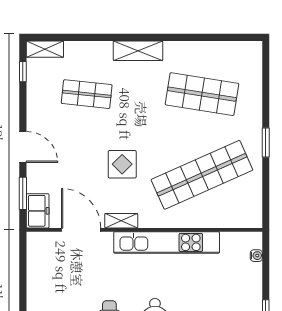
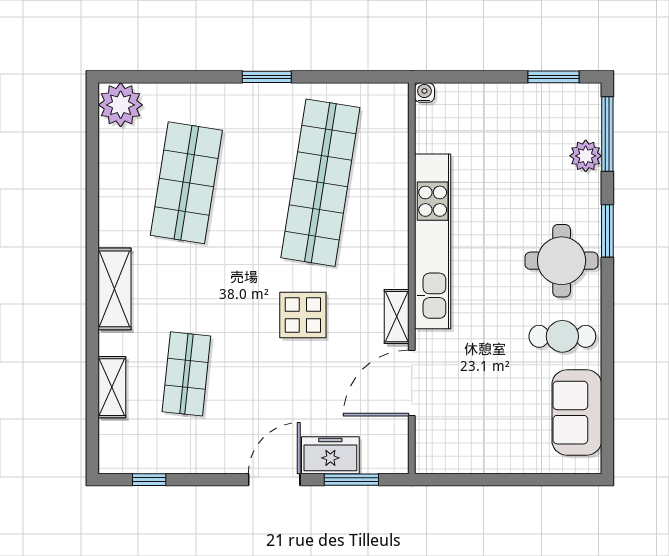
shelving: (45, 49) -> (112, 387), moved
plant: (249, 54) -> (121, 105), added
shop shelf: (202, 175) -> (320, 183), turned 33
freezer: (38, 211) -> (330, 455), moved
water cooler: (256, 256) -> (424, 93), moved

